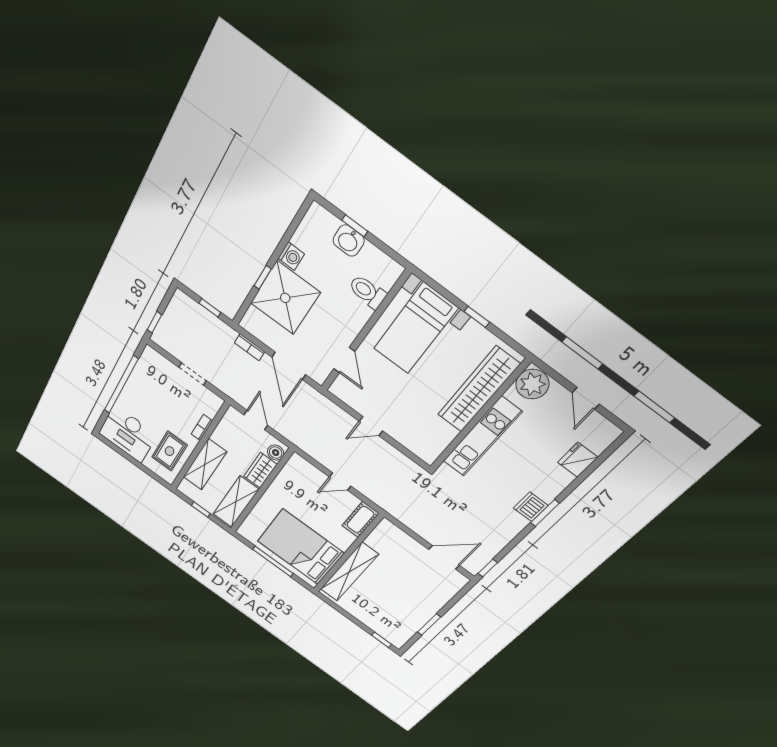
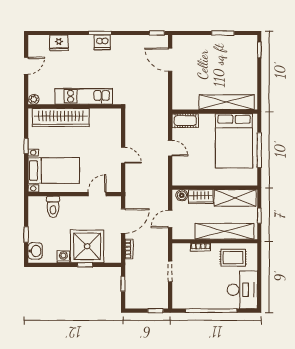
washbasin: (349, 241) -> (35, 251), moved
plant: (532, 384) -> (34, 99), width x0.53, depth x0.53
shelving: (205, 464) -> (224, 231), width x1.47

